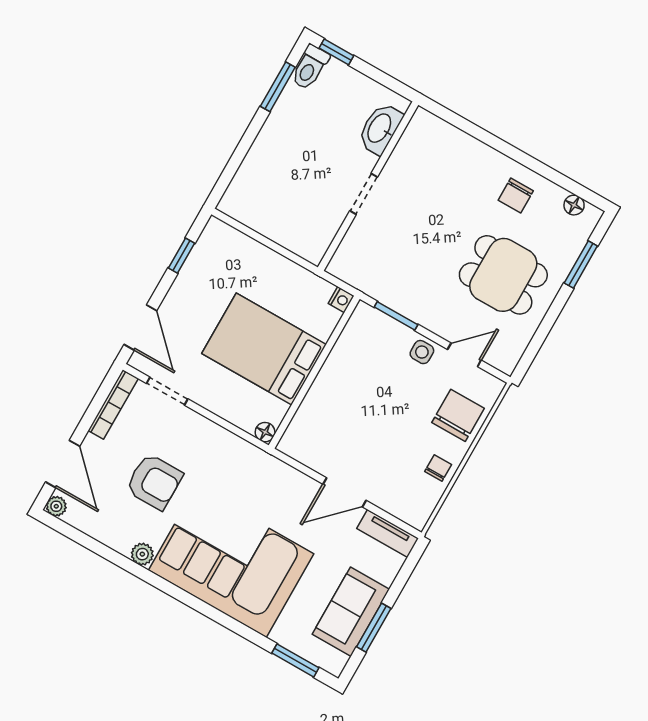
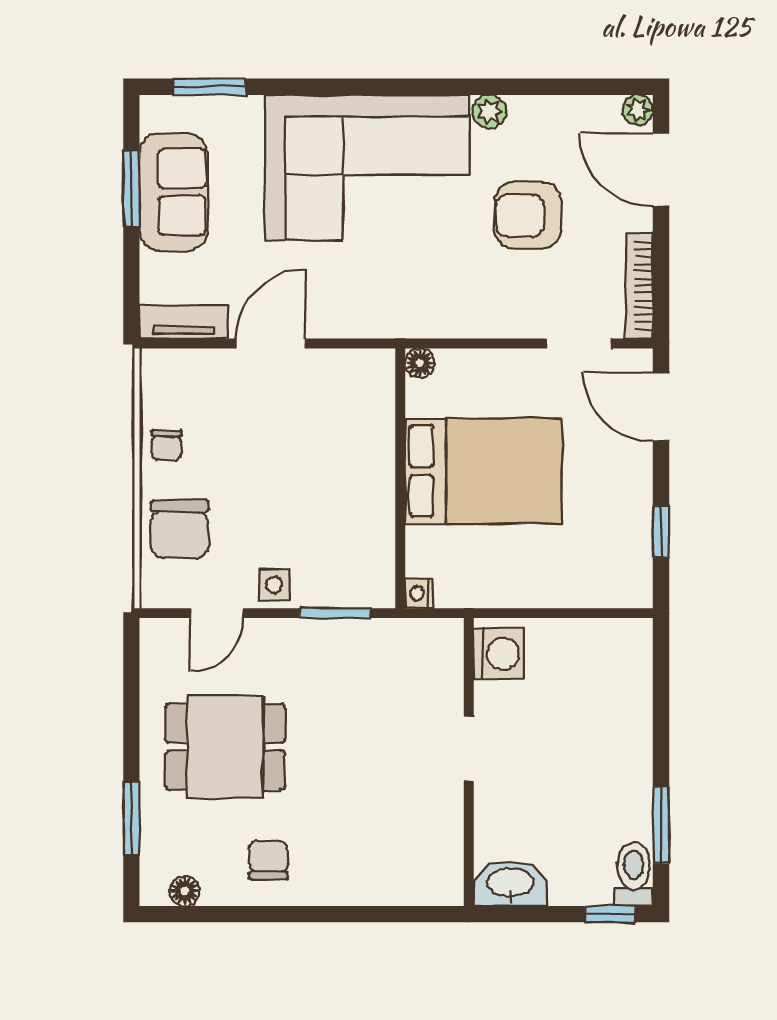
washbasin: (380, 129) -> (510, 884), moved, turned -90
washing machine: (315, 239) -> (499, 654), added

